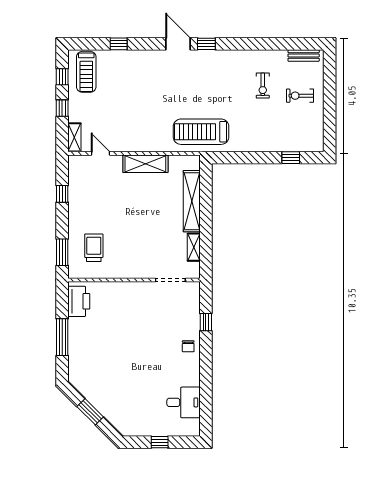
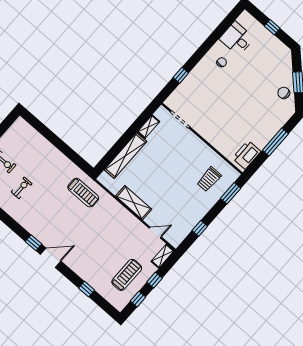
door: (178, 44) -> (51, 258), swing flipped
treadmill: (86, 72) -> (127, 275), moved
treadmill: (201, 132) -> (83, 193), width x0.73, depth x0.73
door: (101, 153) -> (155, 233), swing flipped
window: (291, 158) -> (43, 130), removed
chair: (188, 346) -> (222, 62), moved
chair: (95, 390) -> (284, 93), added

